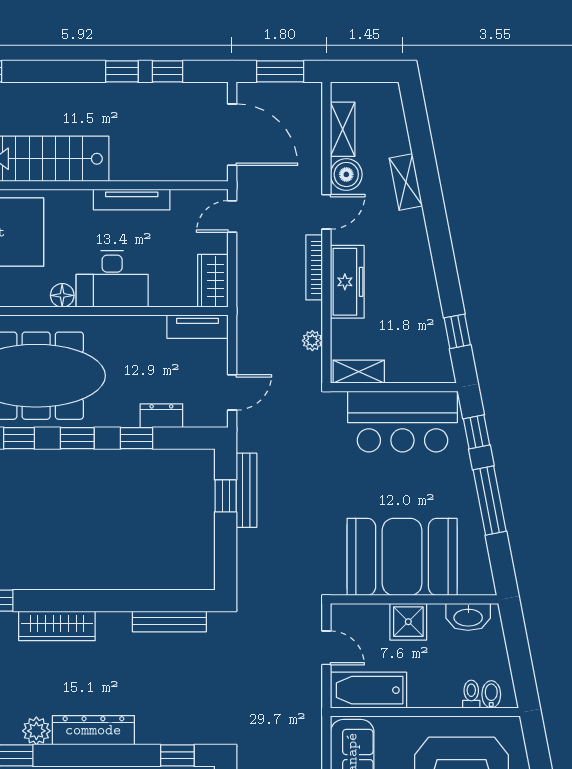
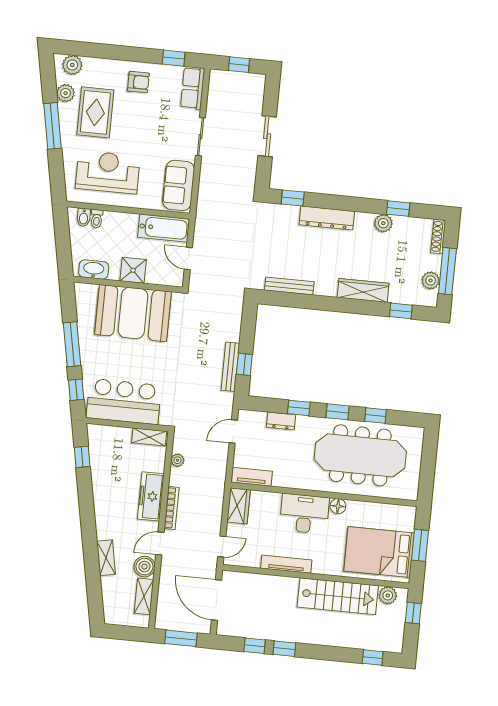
dresser: (93, 730) -> (327, 218), moved

